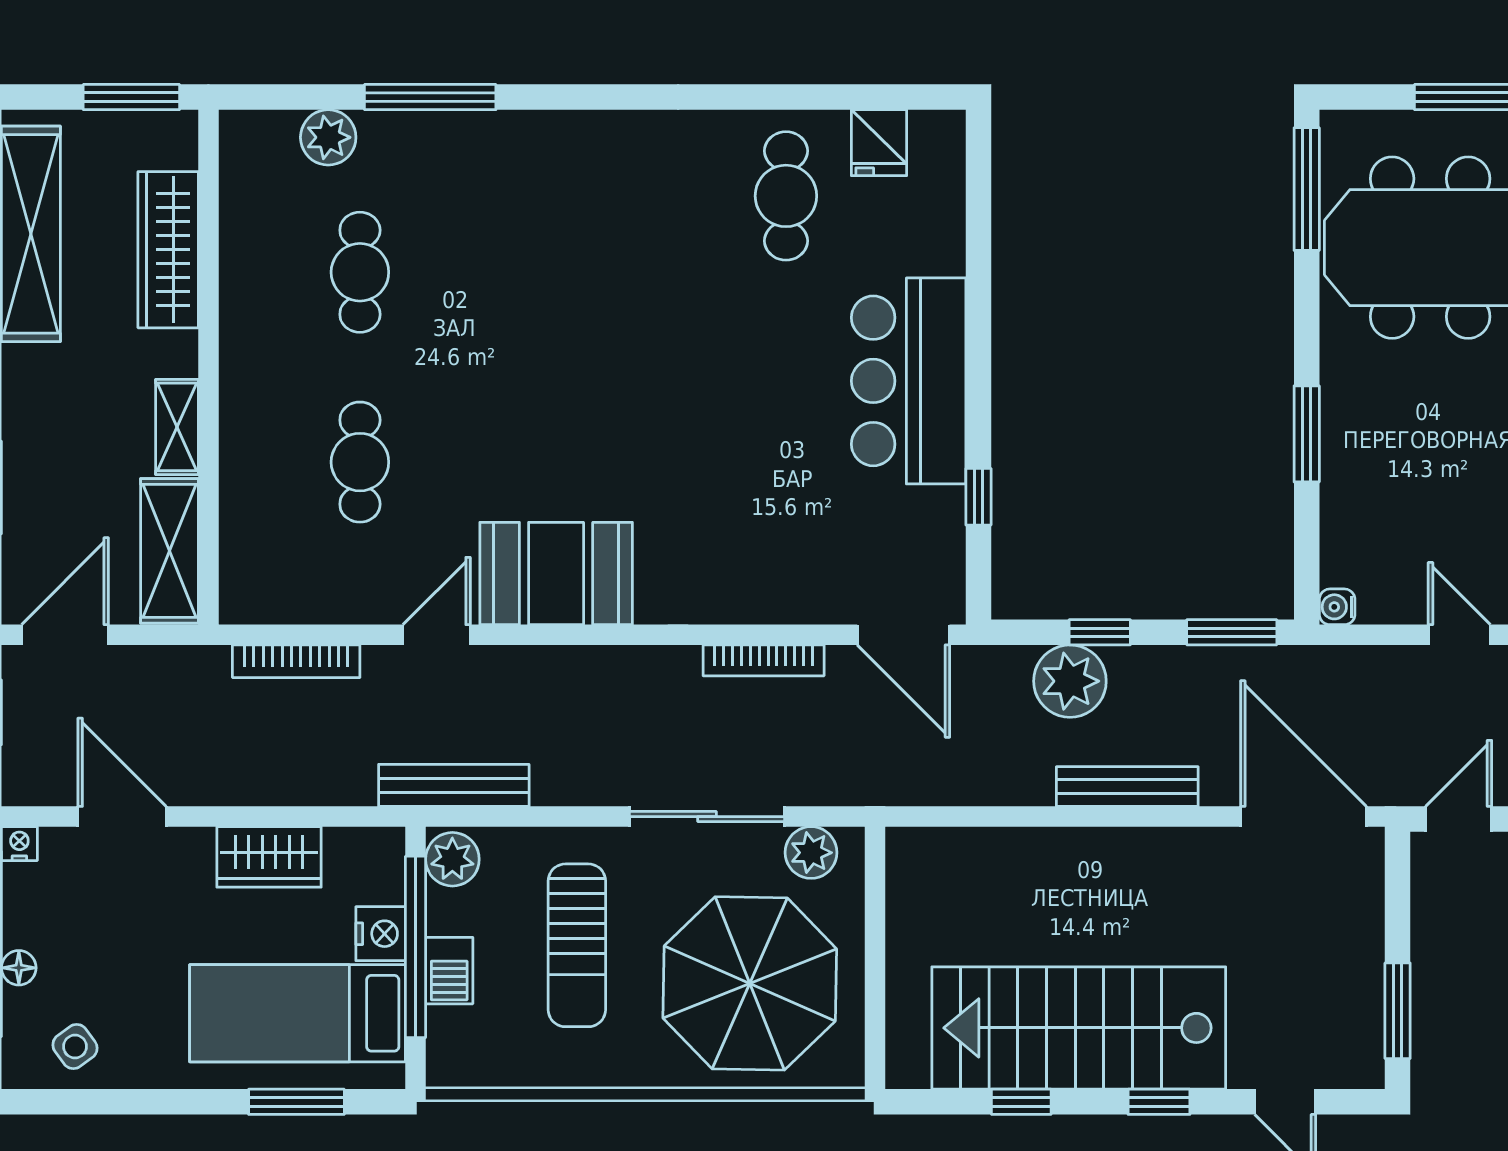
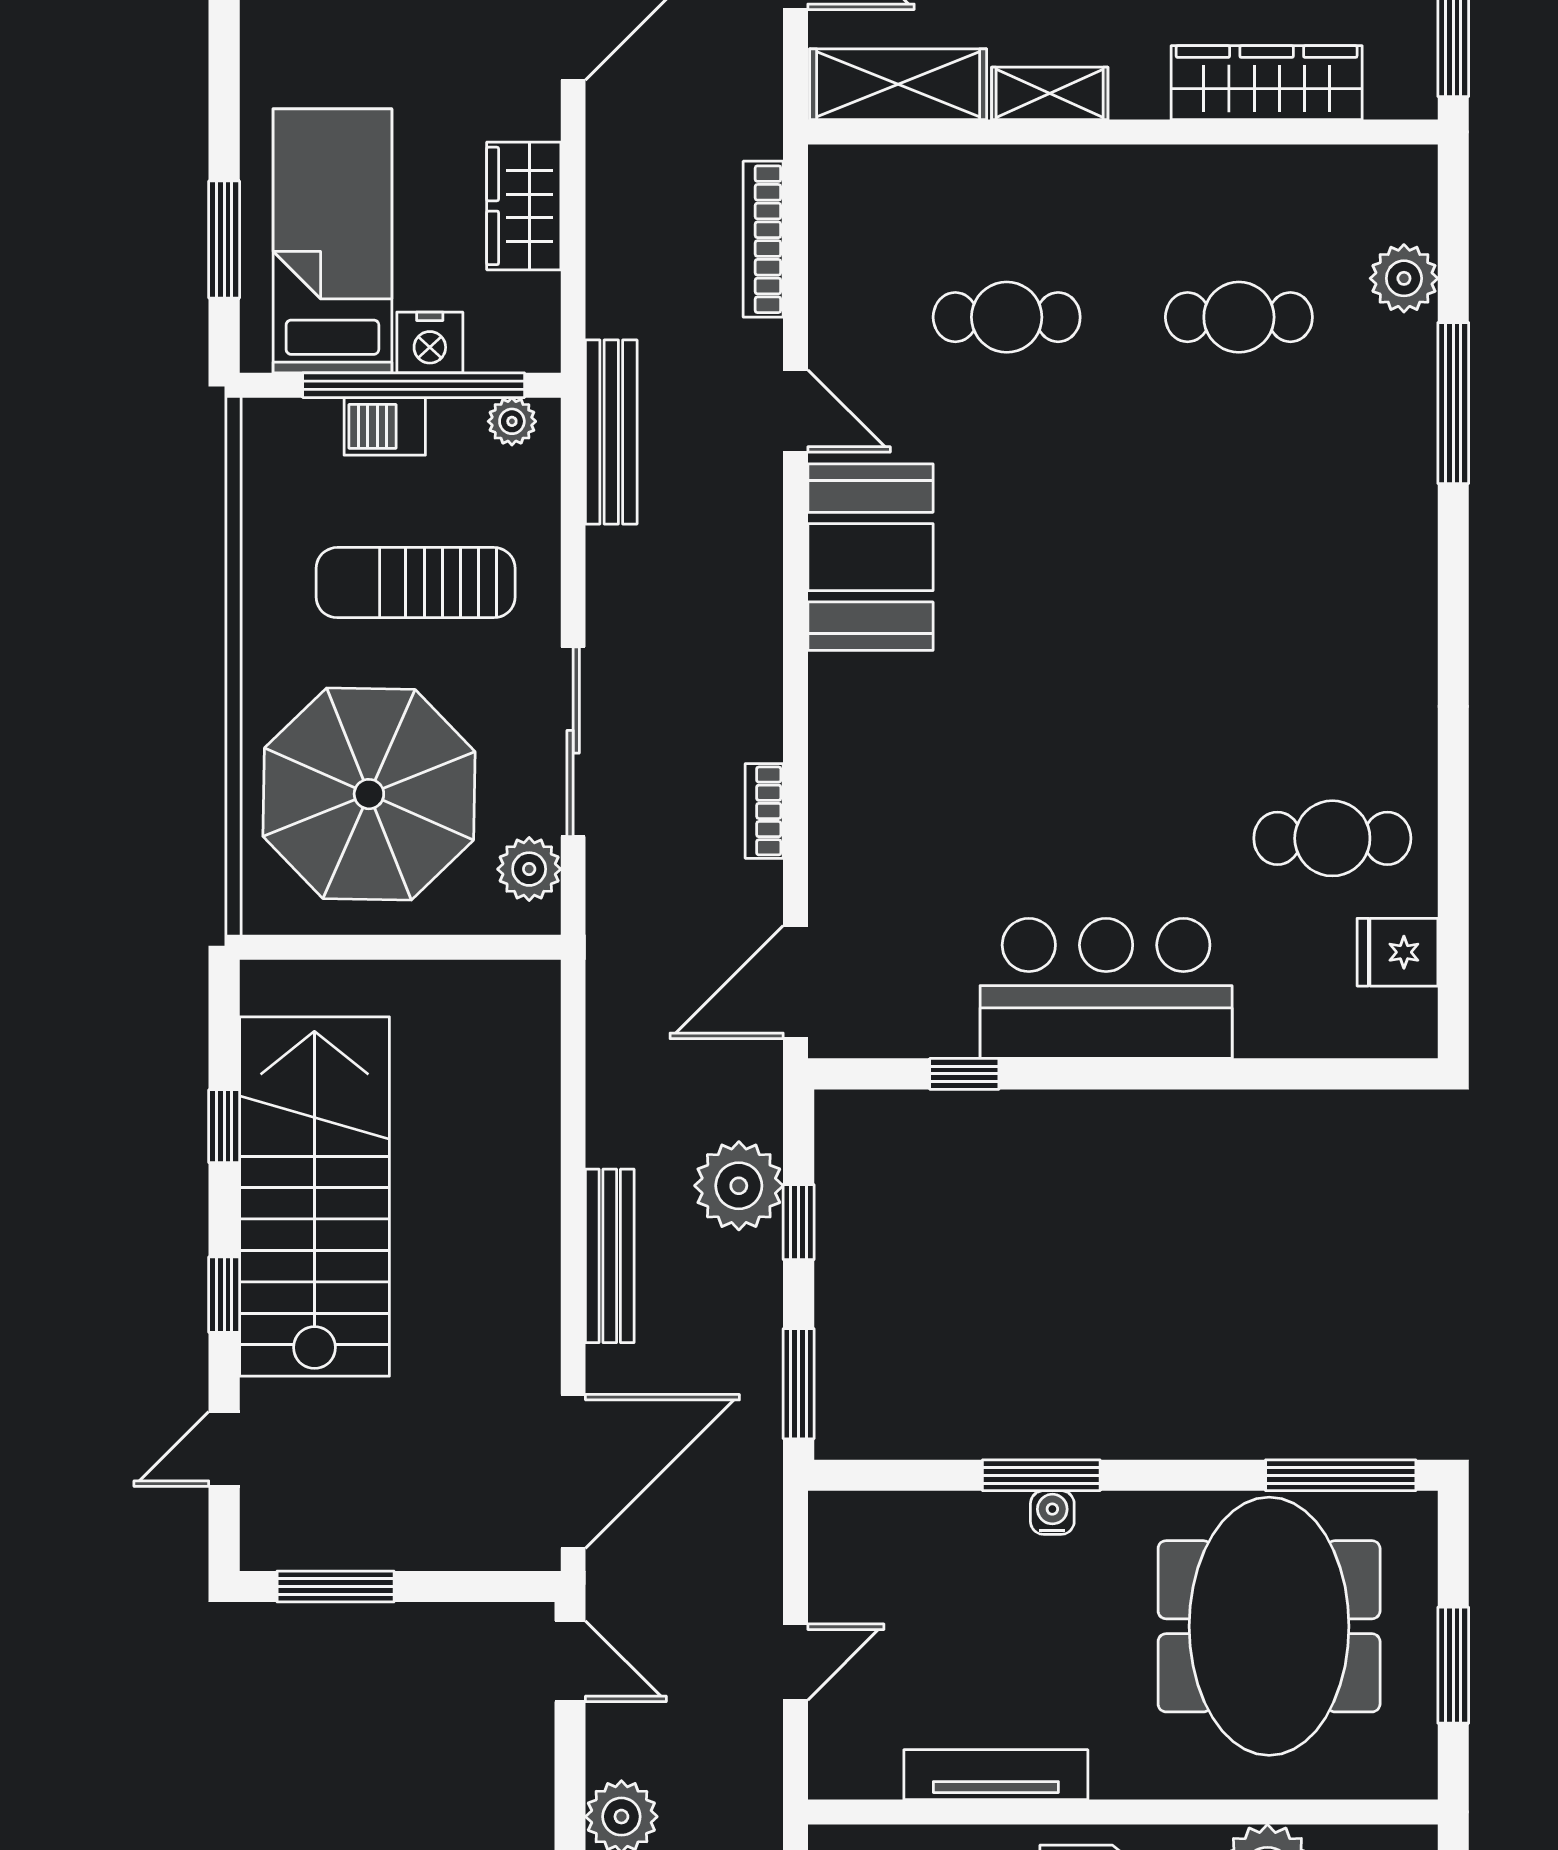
water cooler: (1337, 607) -> (1052, 1513), moved
bookcase: (764, 660) -> (764, 811), width x0.64
plant: (452, 859) -> (512, 421), width x0.73, depth x0.73

